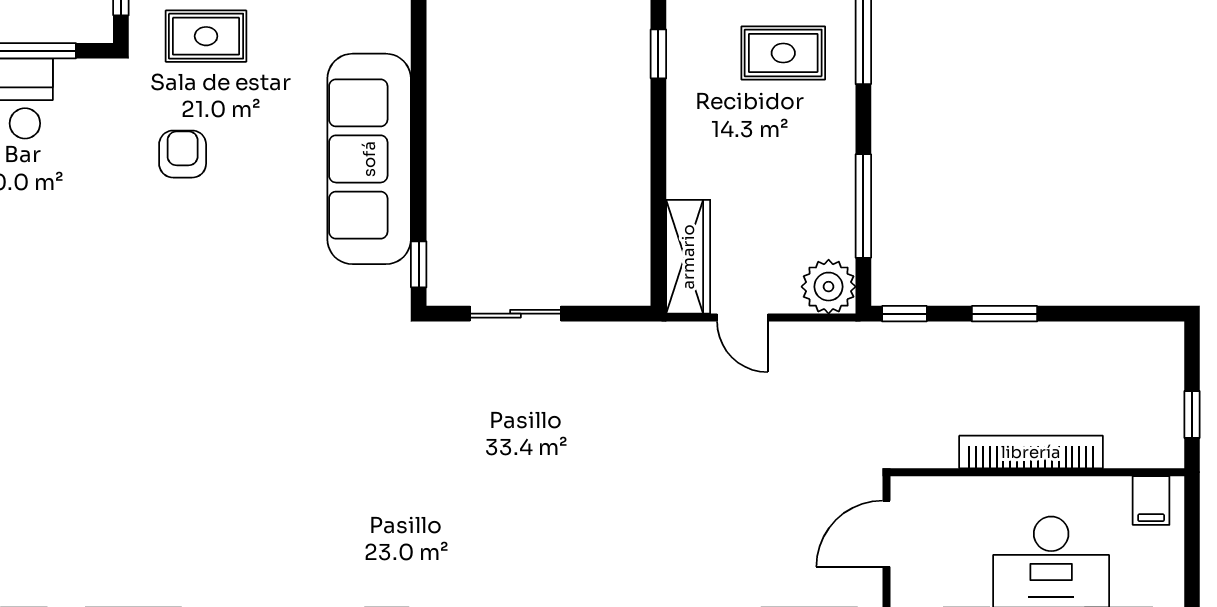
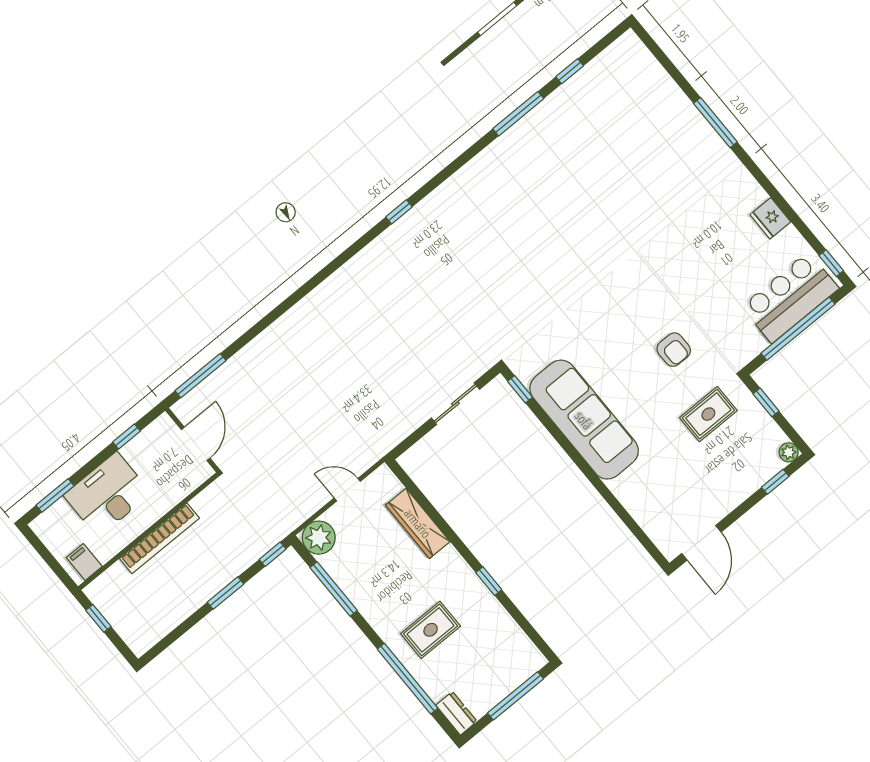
wardrobe: (688, 257) -> (418, 523), moved

